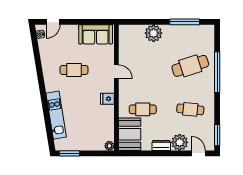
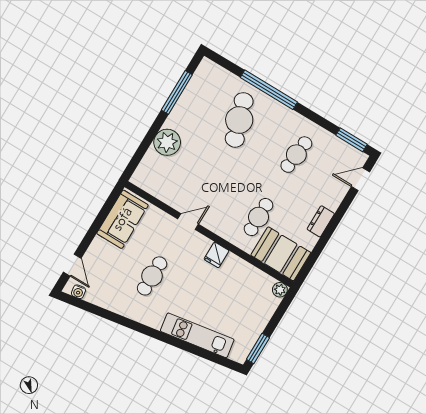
plant: (180, 142) -> (331, 195), removed

